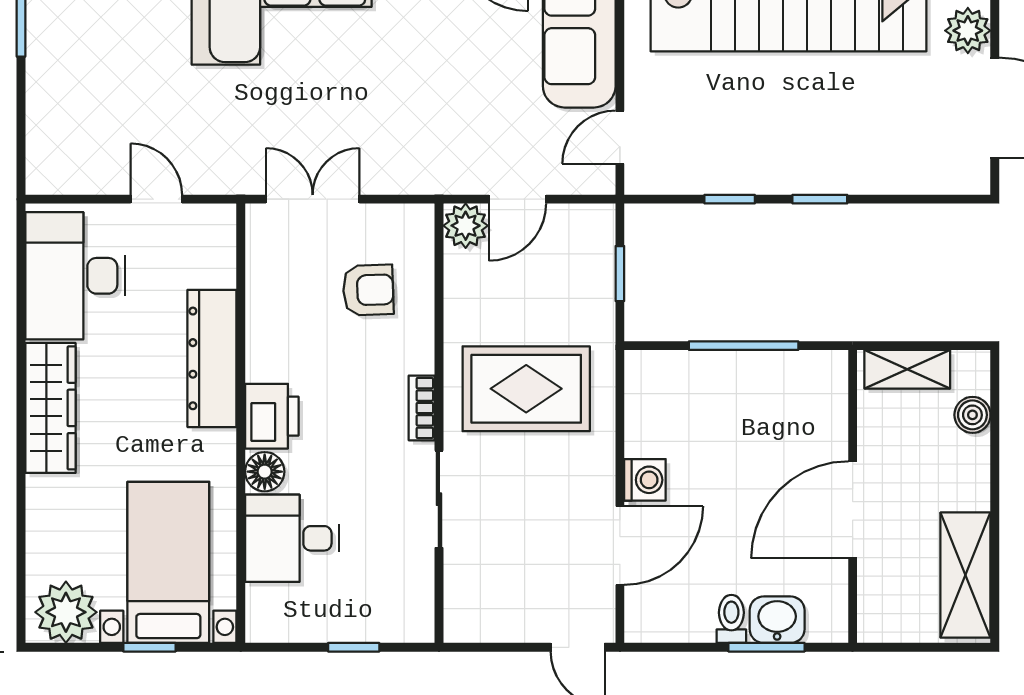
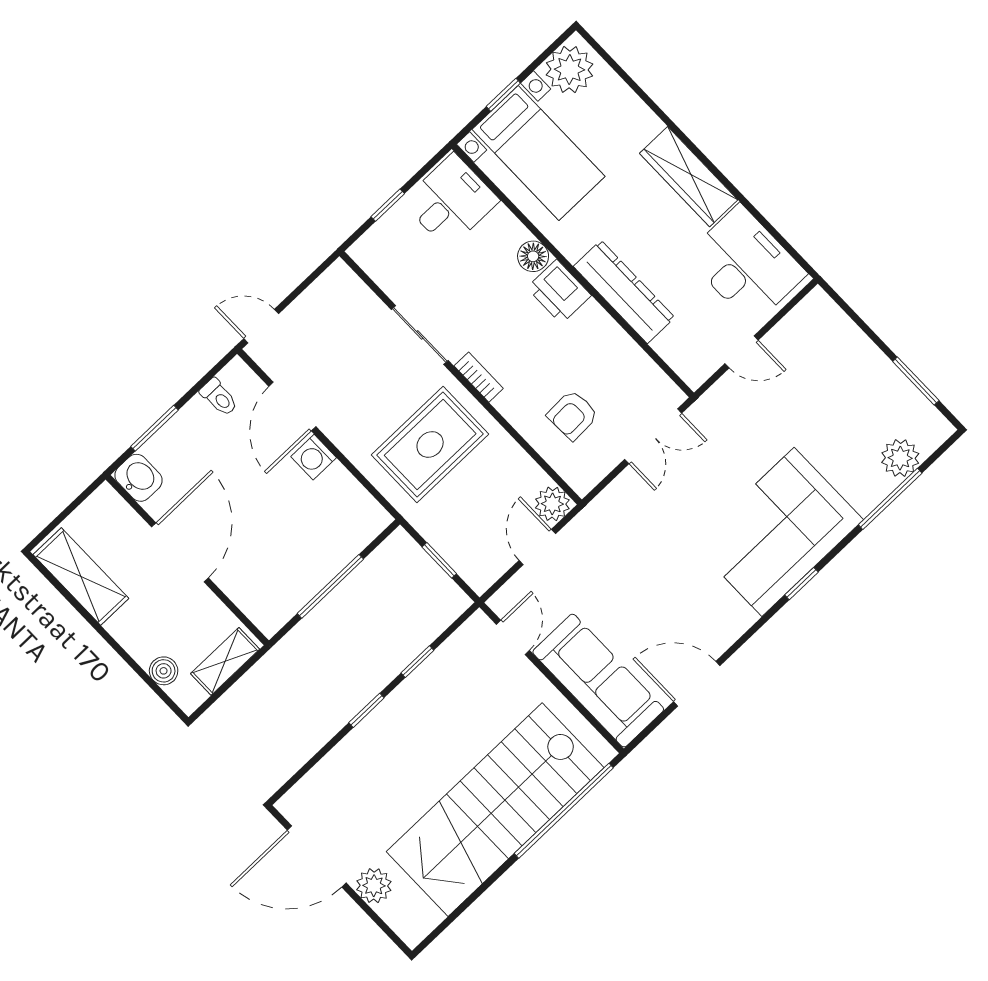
desk: (292, 538) -> (451, 201), moved
toilet: (731, 619) -> (219, 397), moved
washbasin: (777, 620) -> (139, 478), moved, turned -90

